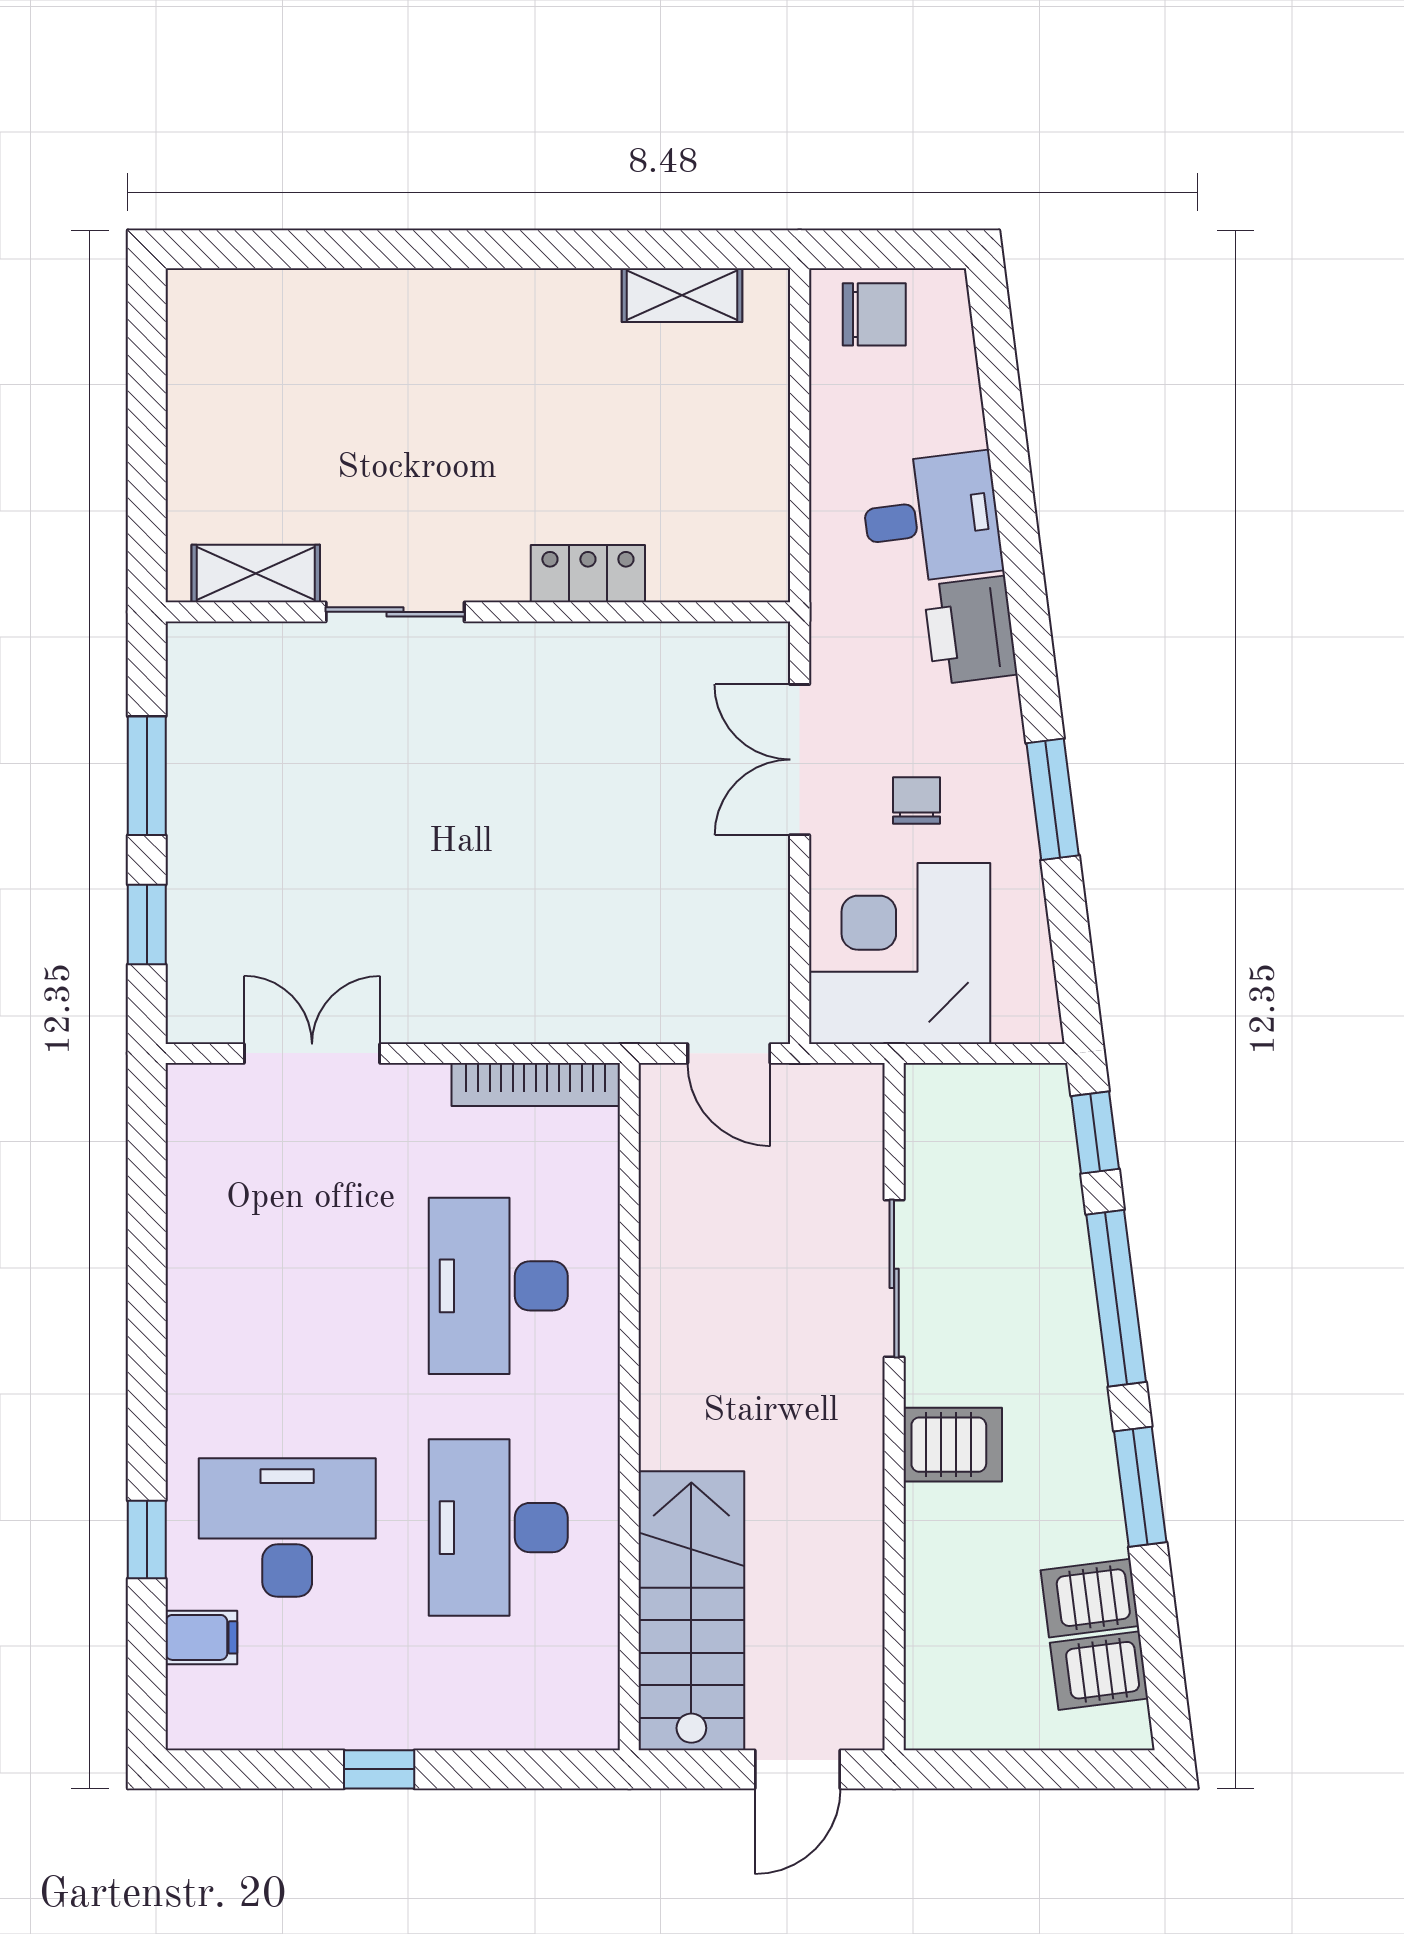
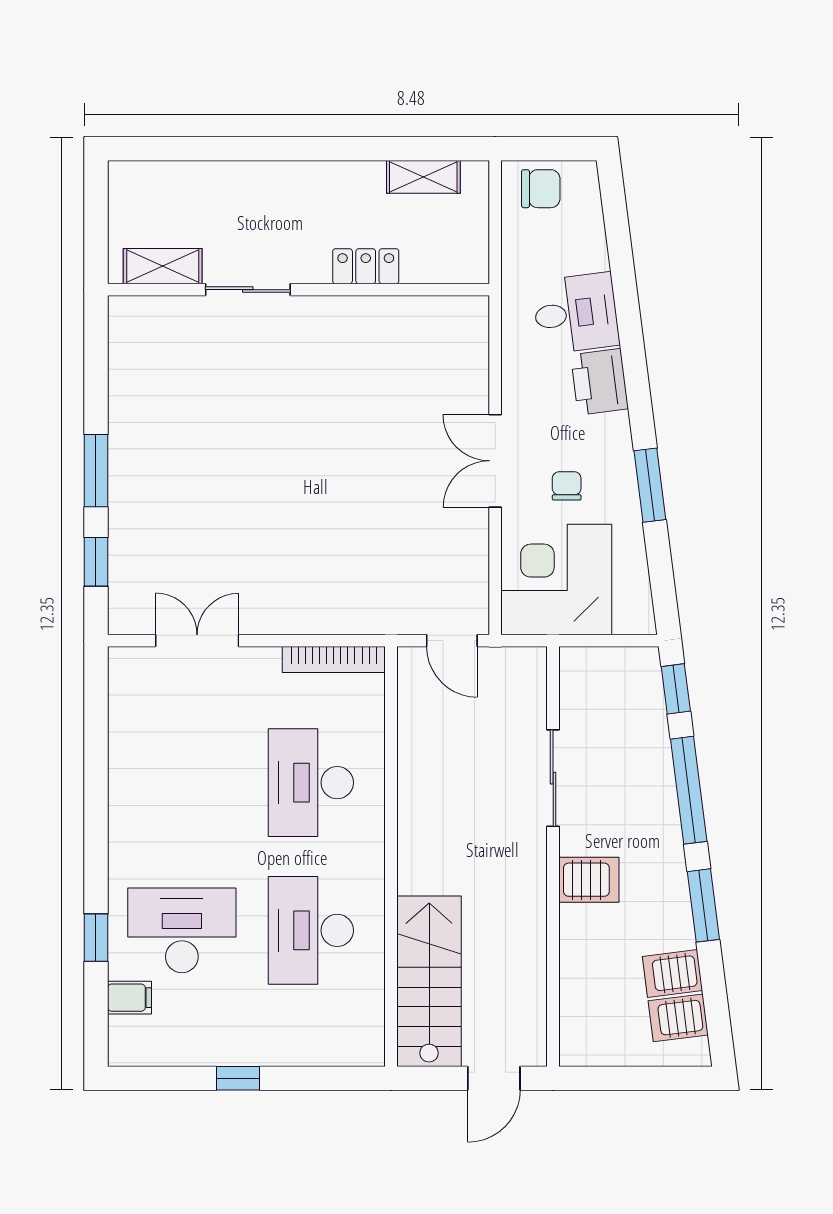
shelving: (256, 574) -> (163, 266), moved
locker: (588, 574) -> (366, 266), moved
sliding door: (395, 612) -> (248, 290), moved
wall: (478, 612) -> (298, 290), moved

